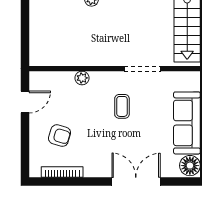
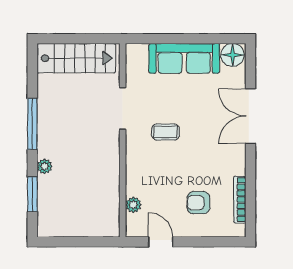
plant: (82, 78) -> (133, 205), moved
armchair: (60, 136) -> (199, 203), turned -107

